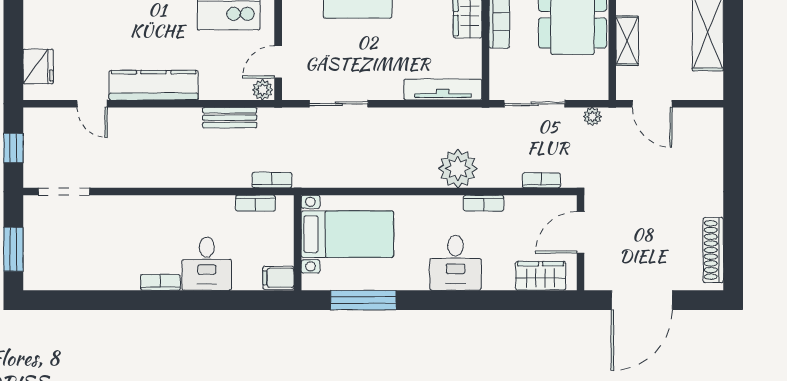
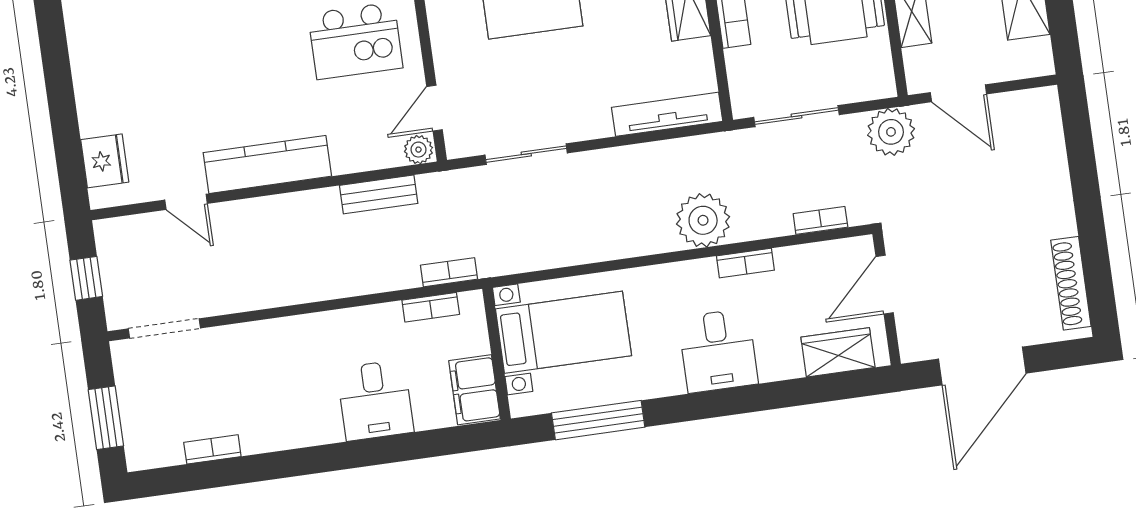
plant: (592, 116) -> (891, 132), width x1.88, depth x1.88
filing cabinet: (278, 278) -> (475, 390), width x2.00
bookcase: (160, 282) -> (212, 449), moved

